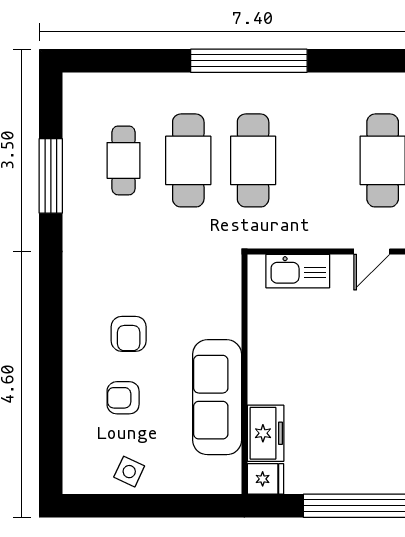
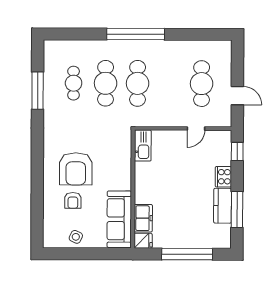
kitchen sink: (298, 271) -> (143, 145), moved, turned -90
armchair: (129, 334) -> (76, 169), width x1.88, depth x1.88
sofa: (217, 397) -> (119, 219), moved
armchair: (123, 398) -> (73, 200), turned -90

